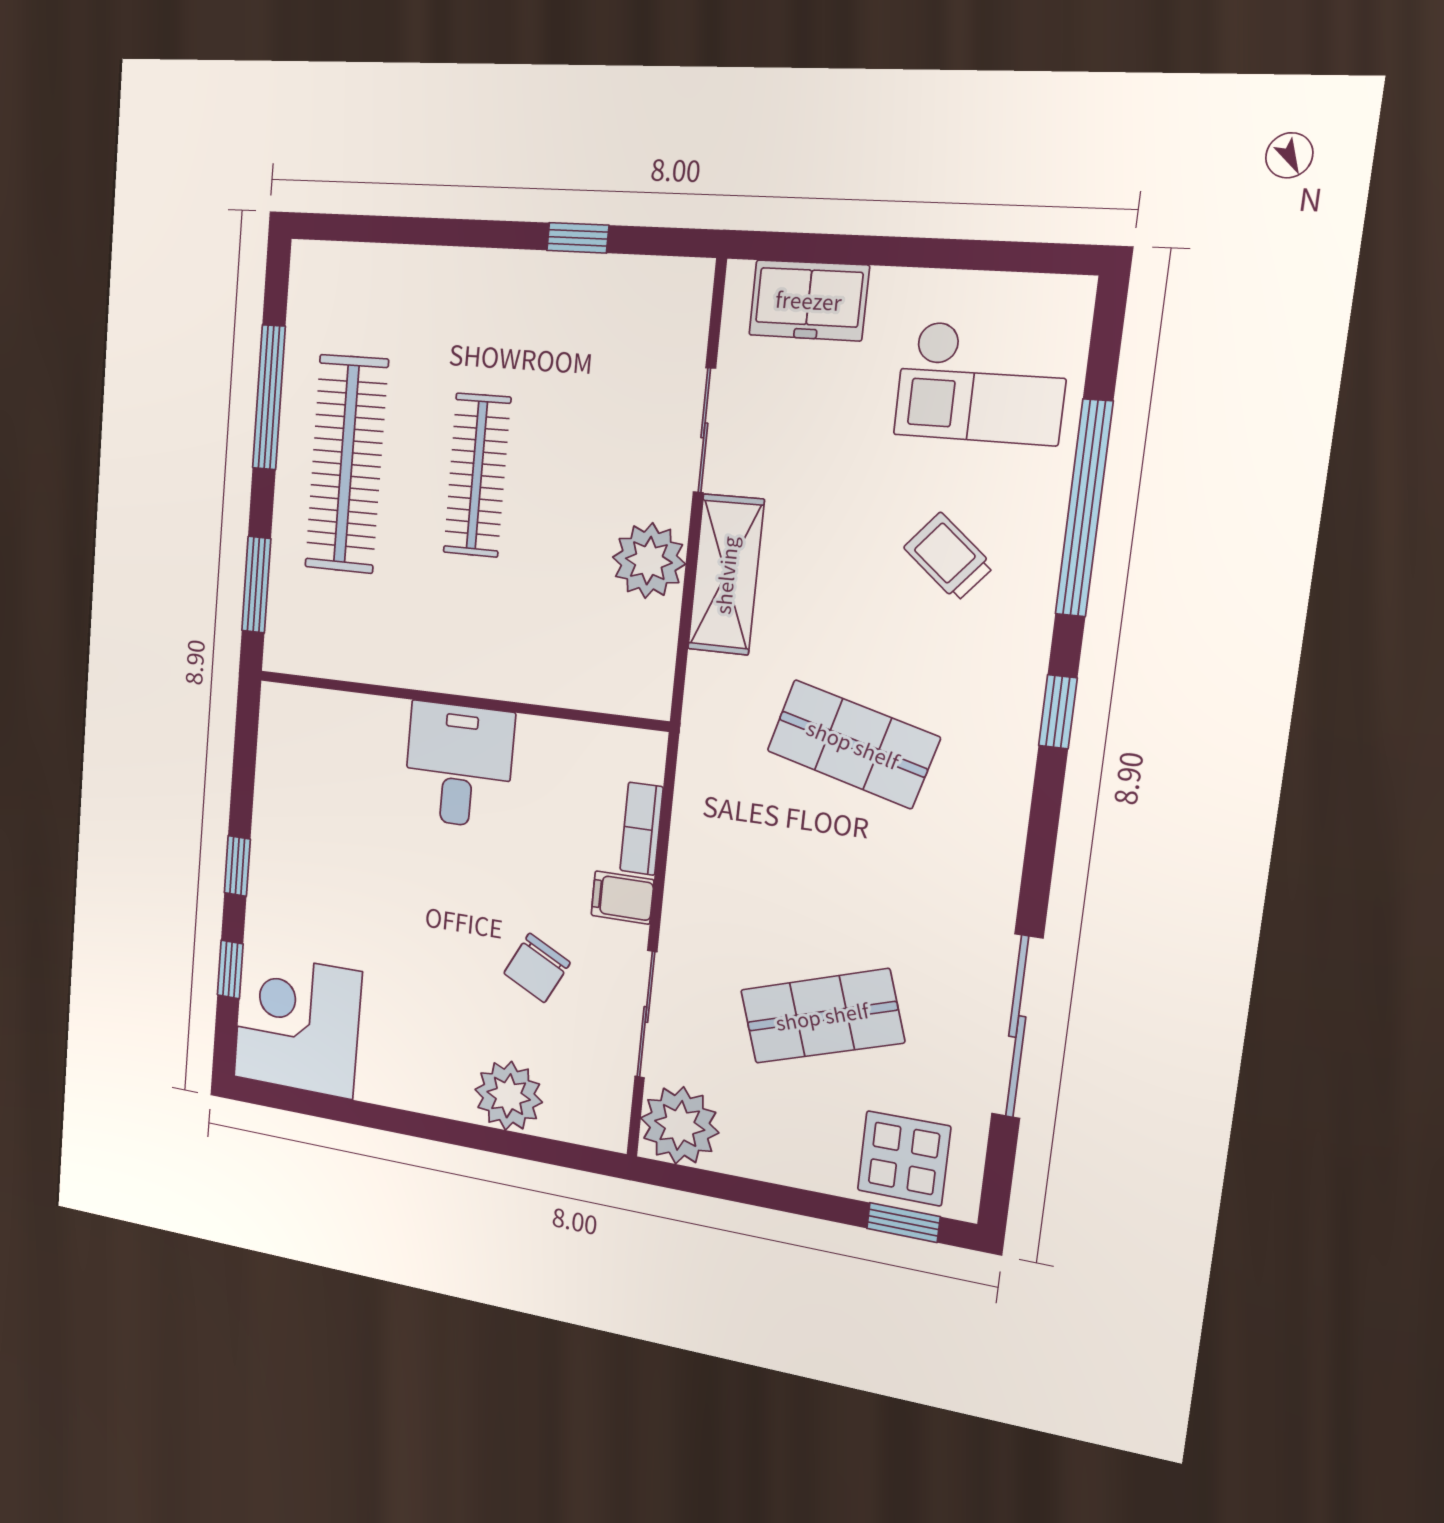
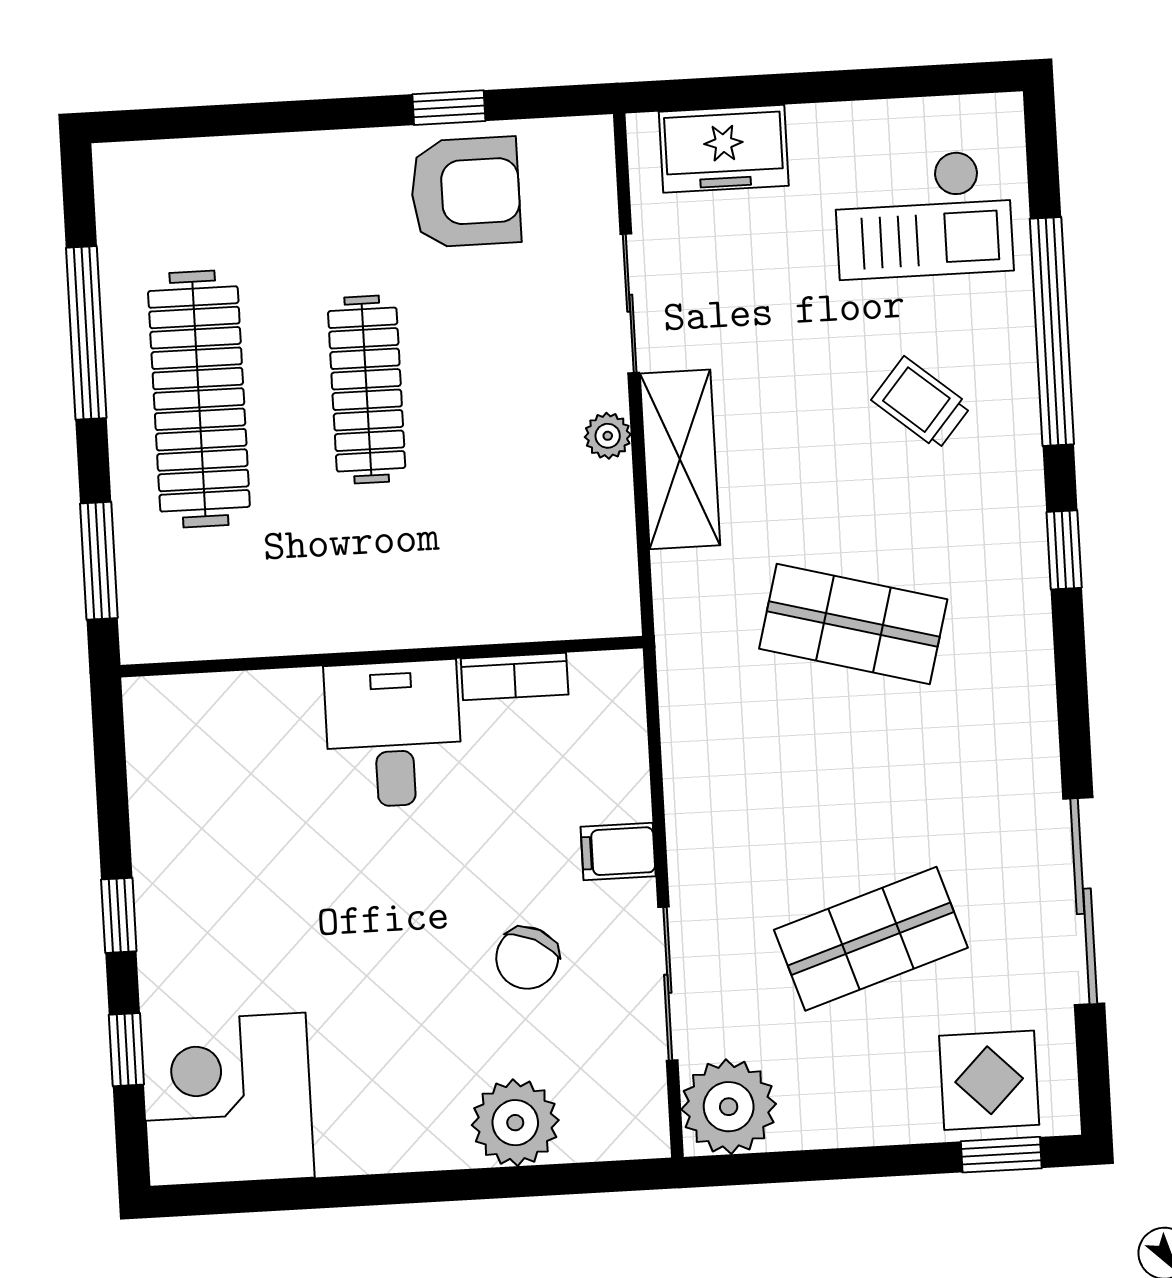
armchair: (581, 314) -> (465, 192), added
plant: (649, 561) -> (608, 436), width x0.53, depth x0.53
bookcase: (642, 829) -> (515, 677), moved, turned -90

